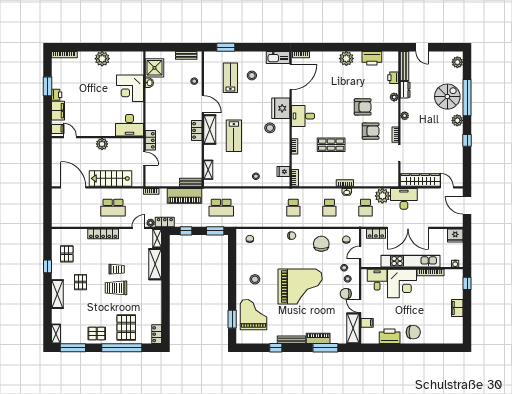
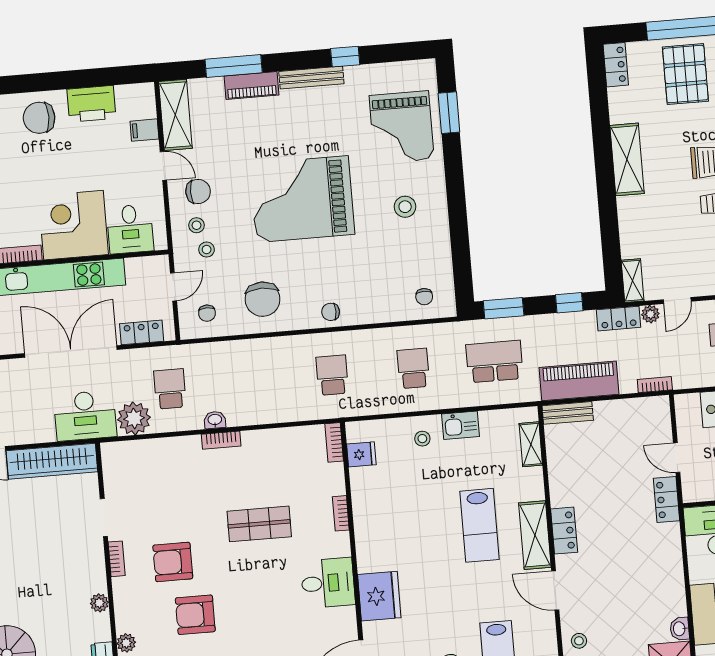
stool: (270, 128) -> (400, 550), removed
lab bench: (234, 136) -> (480, 525), turned 180
kitchen sink: (239, 181) -> (461, 425), added
school desk: (329, 208) -> (413, 368), moved
shelving: (155, 264) -> (627, 159), moved

